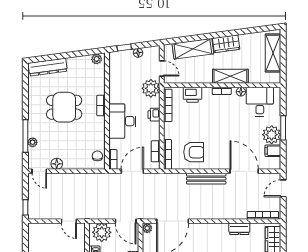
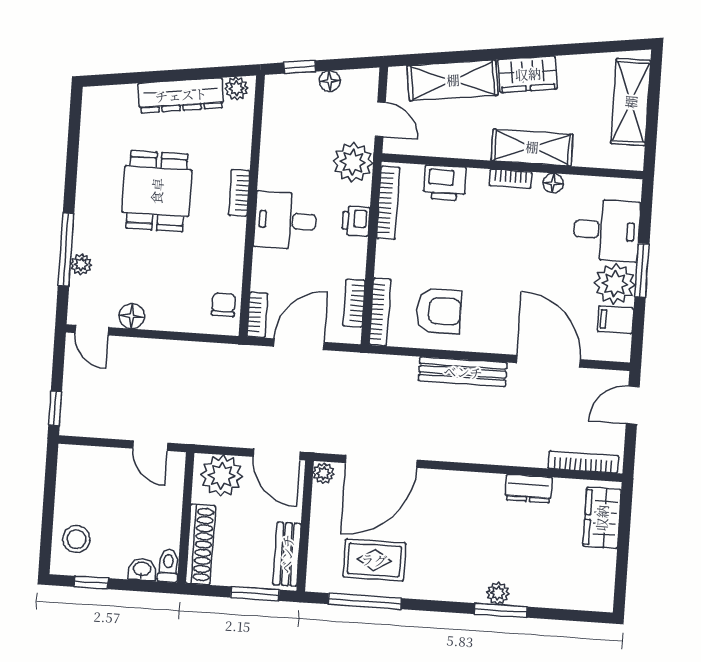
dresser: (48, 67) -> (181, 95), moved
desk: (260, 102) -> (606, 230), moved, turned 90
dining table: (64, 107) -> (157, 191), turned 90
desk: (122, 121) -> (285, 220), width x0.73

